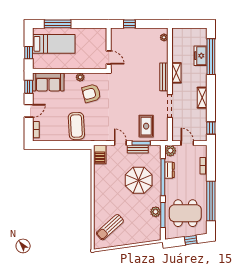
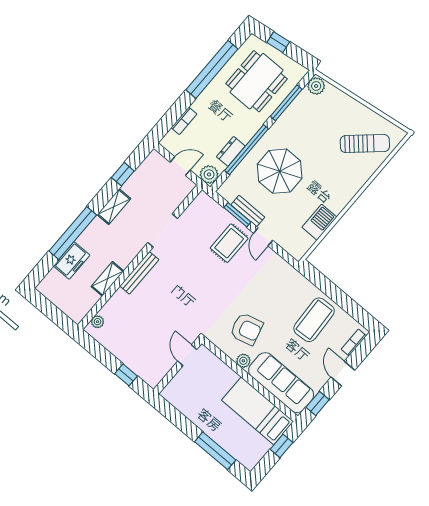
bed: (54, 44) -> (258, 411), moved
window: (211, 57) -> (73, 233), moved
shelving: (176, 73) -> (107, 279), moved
sofa: (48, 82) -> (281, 383), width x1.36
door: (29, 111) -> (343, 374), hinge flipped
coffee table: (76, 126) -> (314, 320), moved
rug: (146, 126) -> (229, 243), moved
window: (211, 128) -> (123, 174), moved
door: (187, 143) -> (180, 166), swing flipped
barbecue: (100, 155) -> (319, 222), moved
plant: (156, 212) -> (316, 86), moved
dining table: (185, 213) -> (256, 81), turned 90

